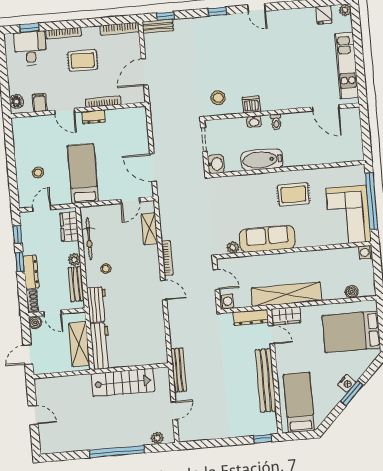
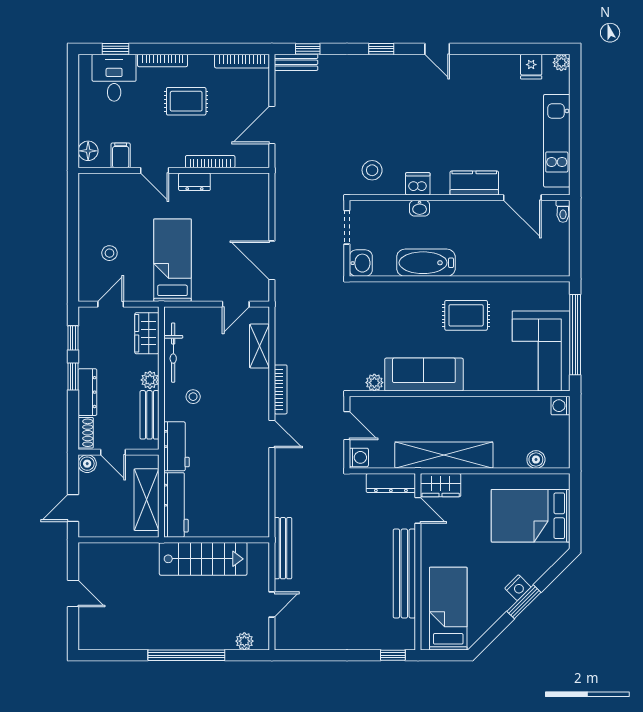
kitchen counter: (291, 100) -> (474, 183), added
toilet: (276, 122) -> (563, 211), moved

